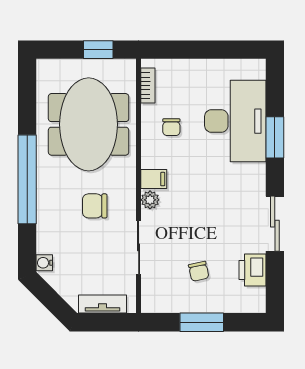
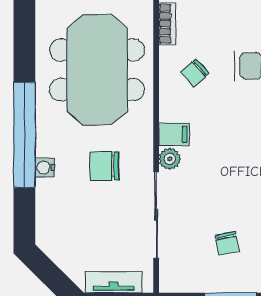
chair: (171, 127) -> (195, 73), turned 47
sliding door: (139, 247) -> (156, 215), width x1.37
water cooler: (44, 263) -> (45, 167), moved

